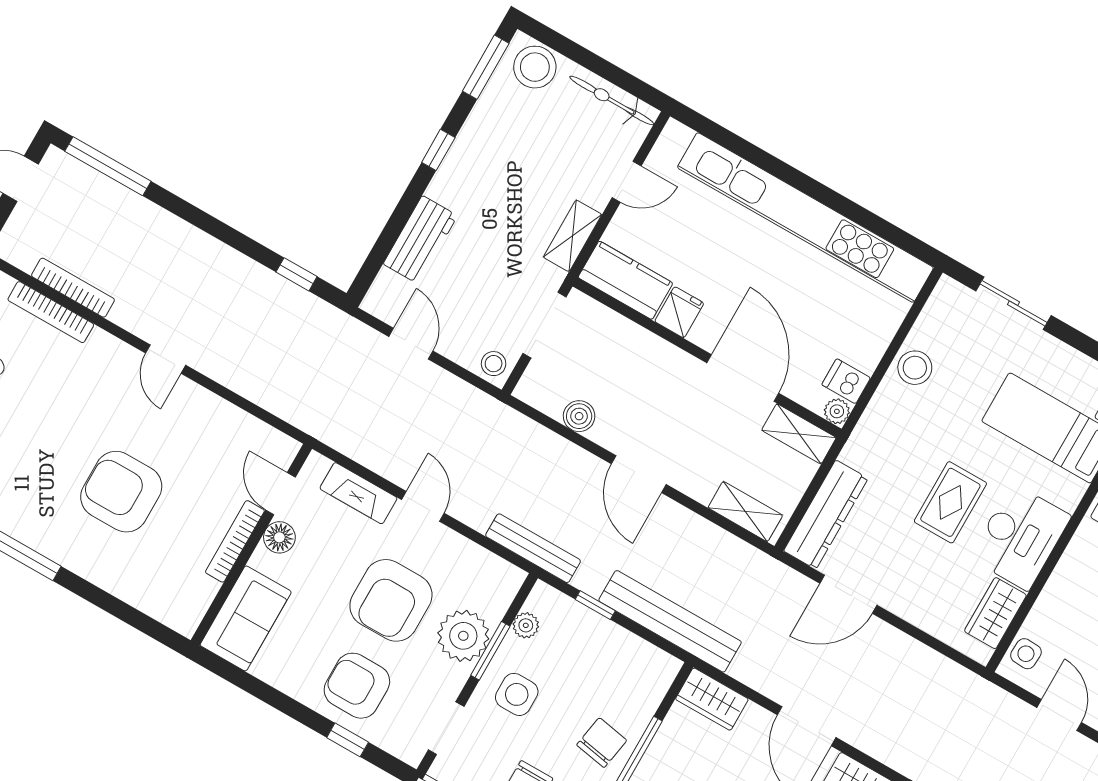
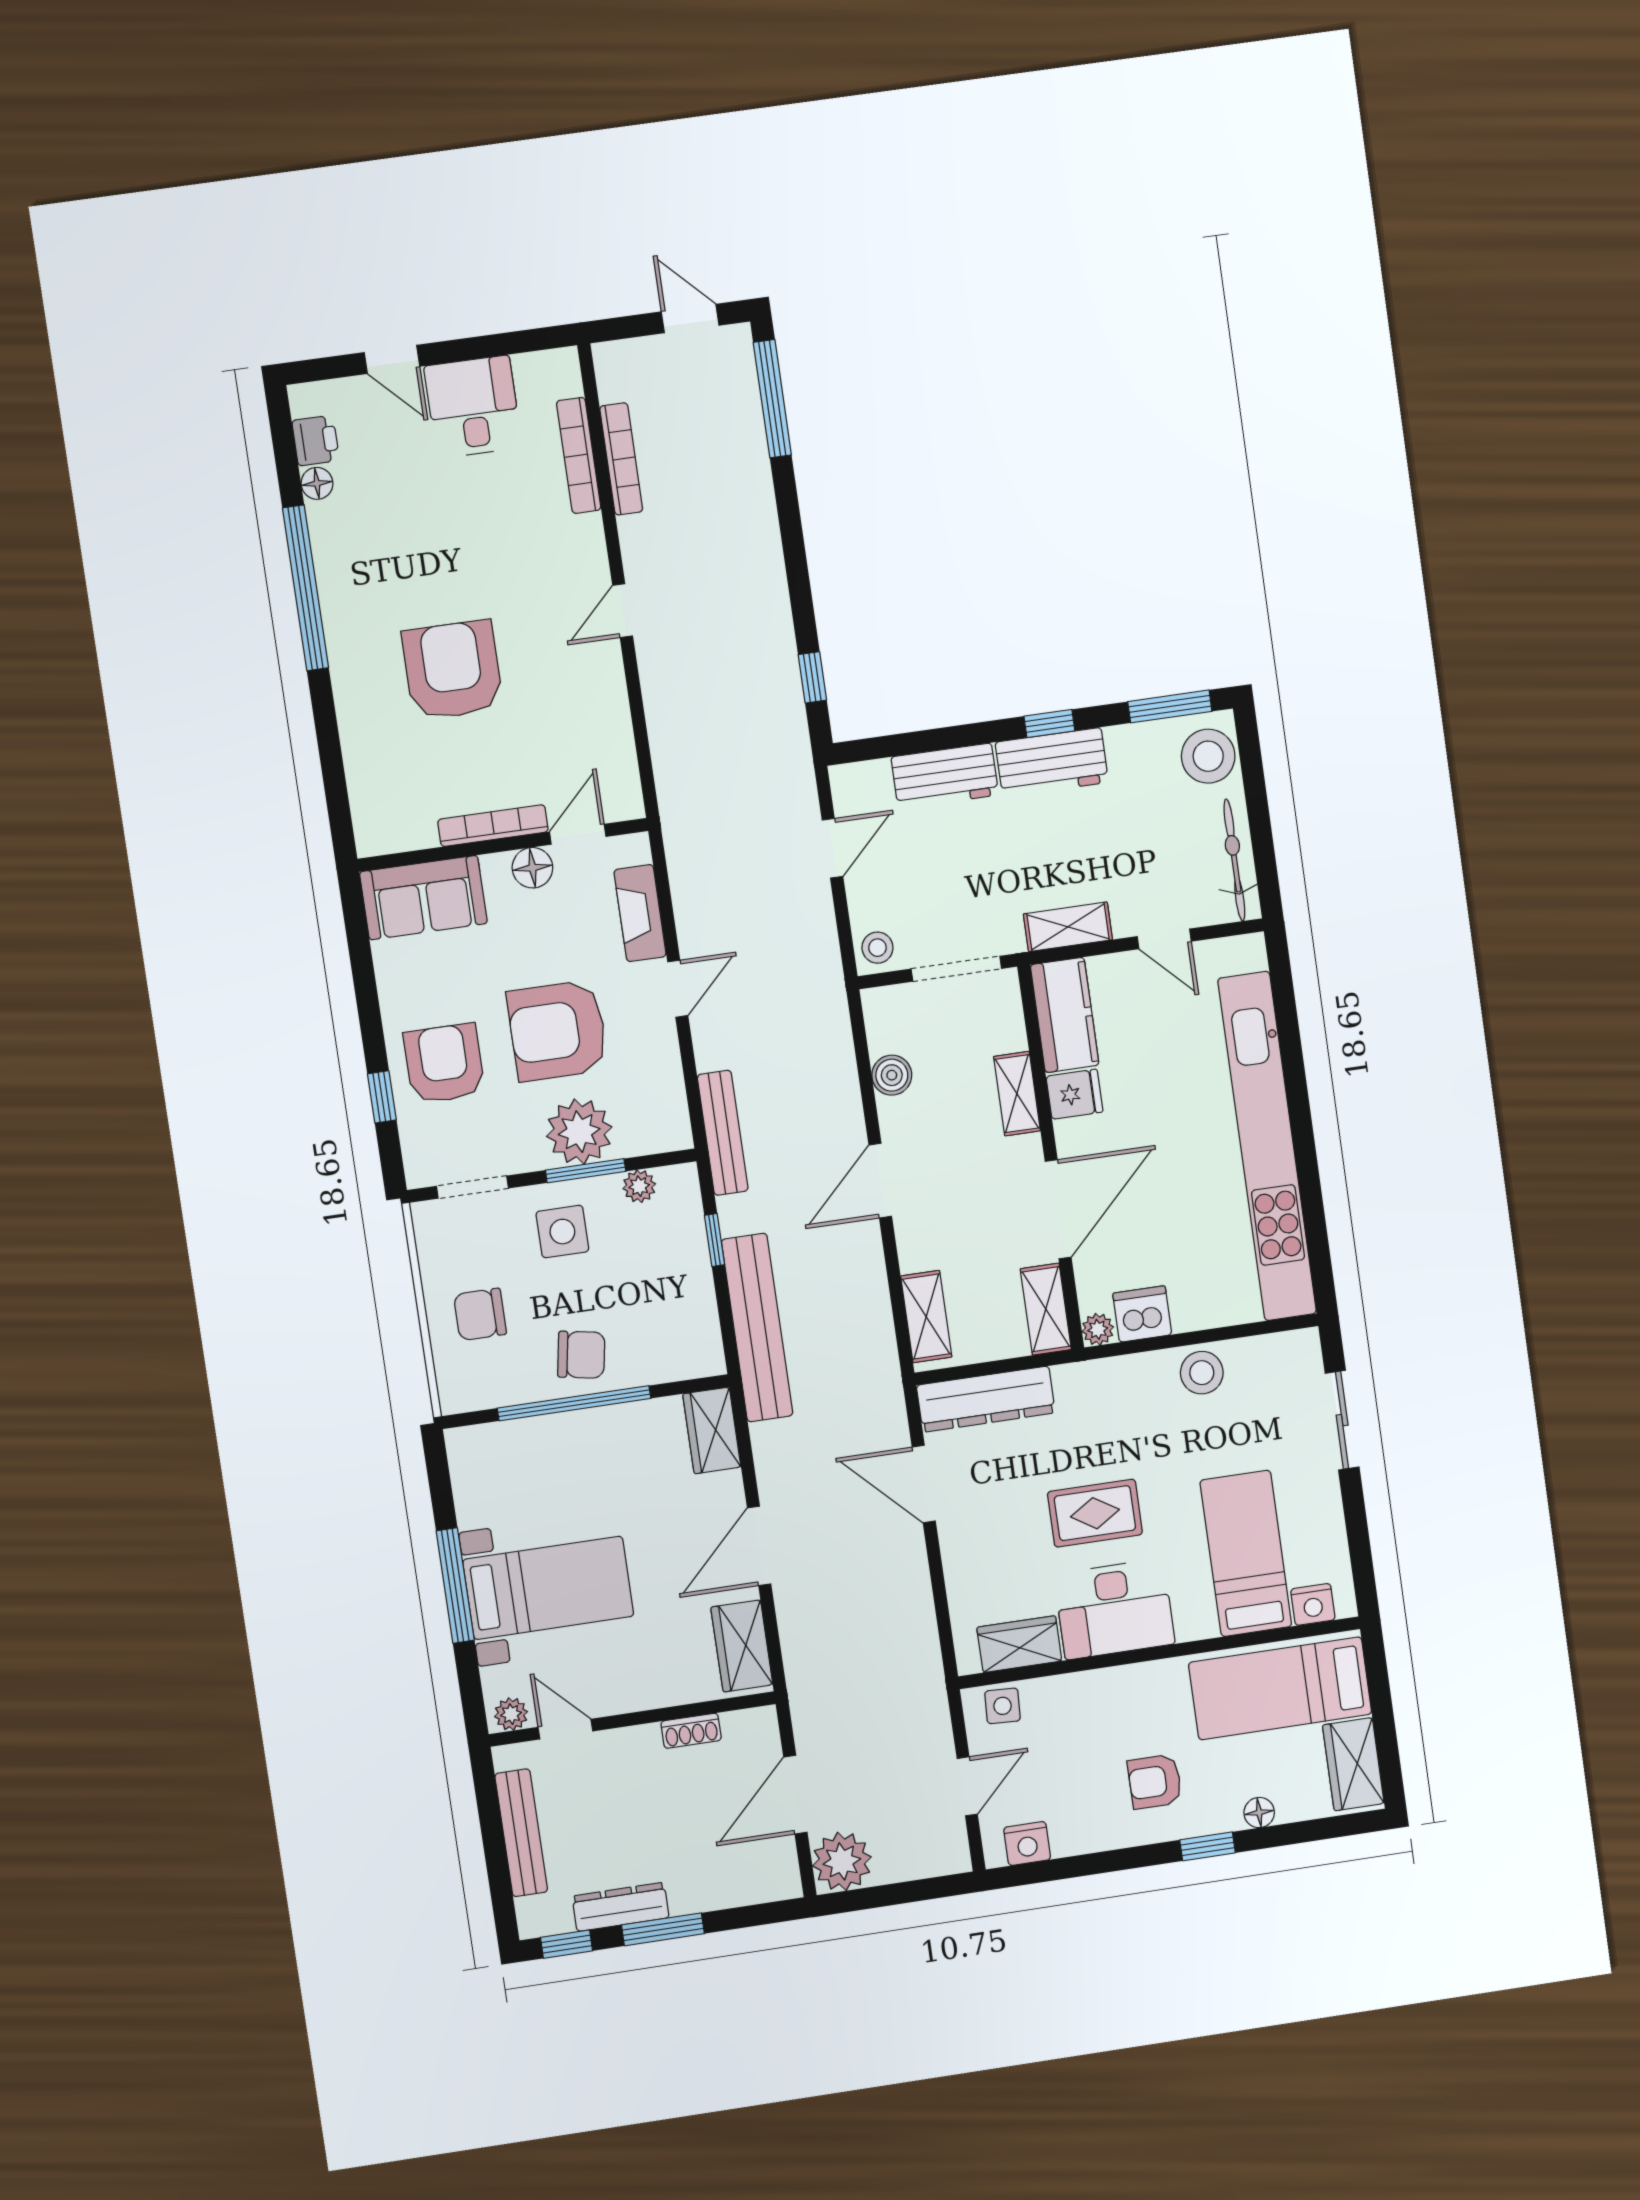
workbench: (463, 167) -> (1052, 762), added
shelving: (651, 348) -> (1017, 1094), added
dishwasher: (846, 381) -> (1142, 1314), width x1.38

